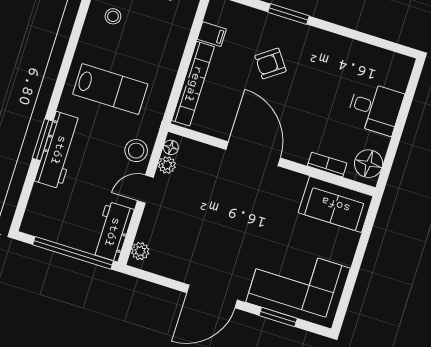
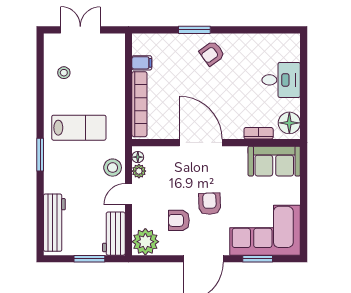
armchair: (271, 64) -> (212, 53), moved
window: (43, 140) -> (40, 155), moved
workbench: (58, 150) -> (54, 223), moved
armchair: (241, 232) -> (210, 204), added
armchair: (197, 240) -> (179, 220), added
plant: (140, 251) -> (145, 242), width x1.88, depth x1.88
window: (73, 253) -> (89, 259), width x0.47

